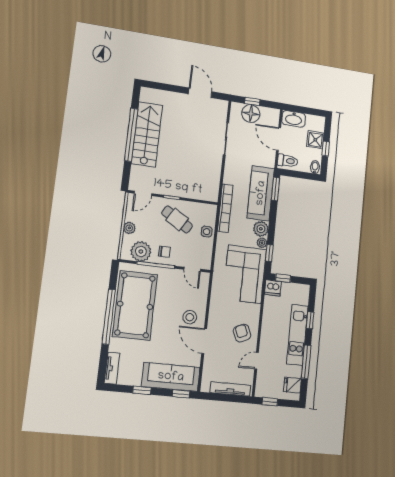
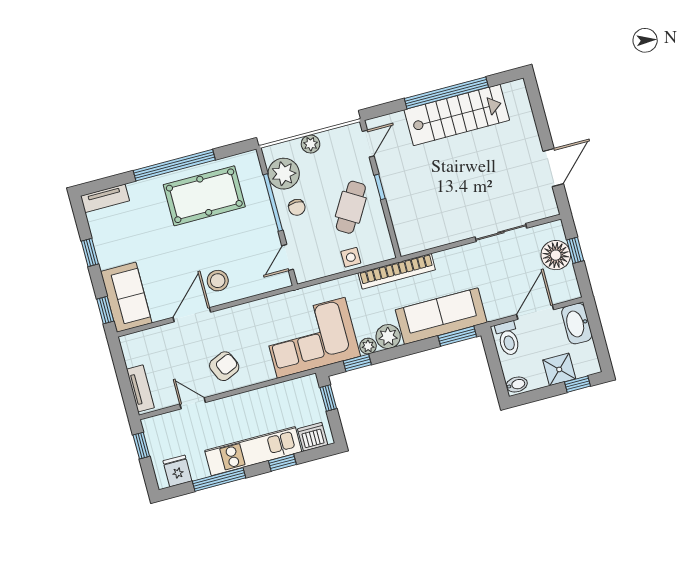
window: (326, 149) -> (578, 384), moved
door: (143, 193) -> (368, 144), swing flipped
dishwasher: (273, 288) -> (313, 437), moved, turned 90
pool table: (135, 305) -> (204, 196), width x0.73, depth x0.76
sofa: (171, 377) -> (126, 297), width x0.73
tv unit: (230, 389) -> (140, 388), width x0.71

